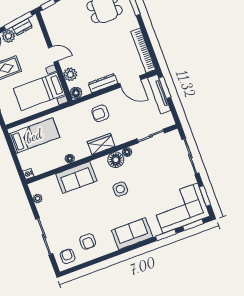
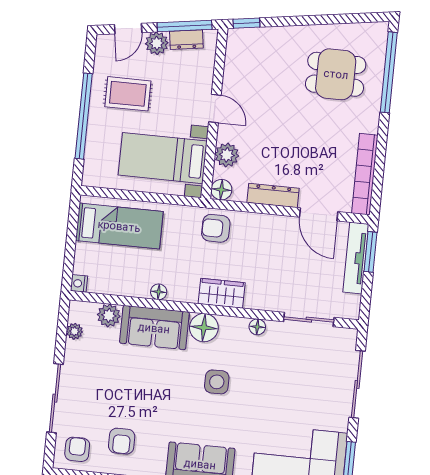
armchair: (100, 113) -> (216, 228), moved
floor lamp: (116, 160) -> (204, 328), moved
plant: (51, 182) -> (109, 315), added

